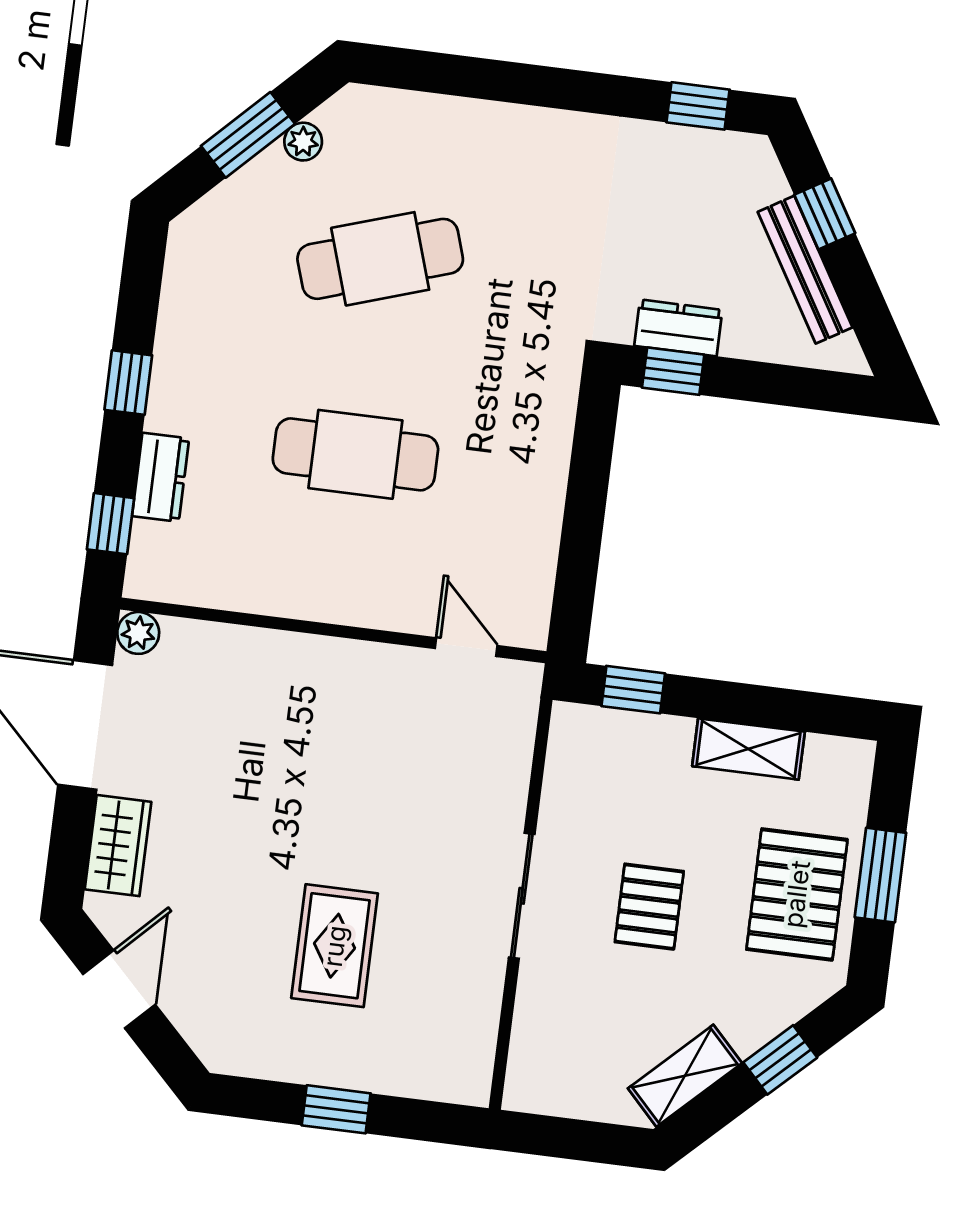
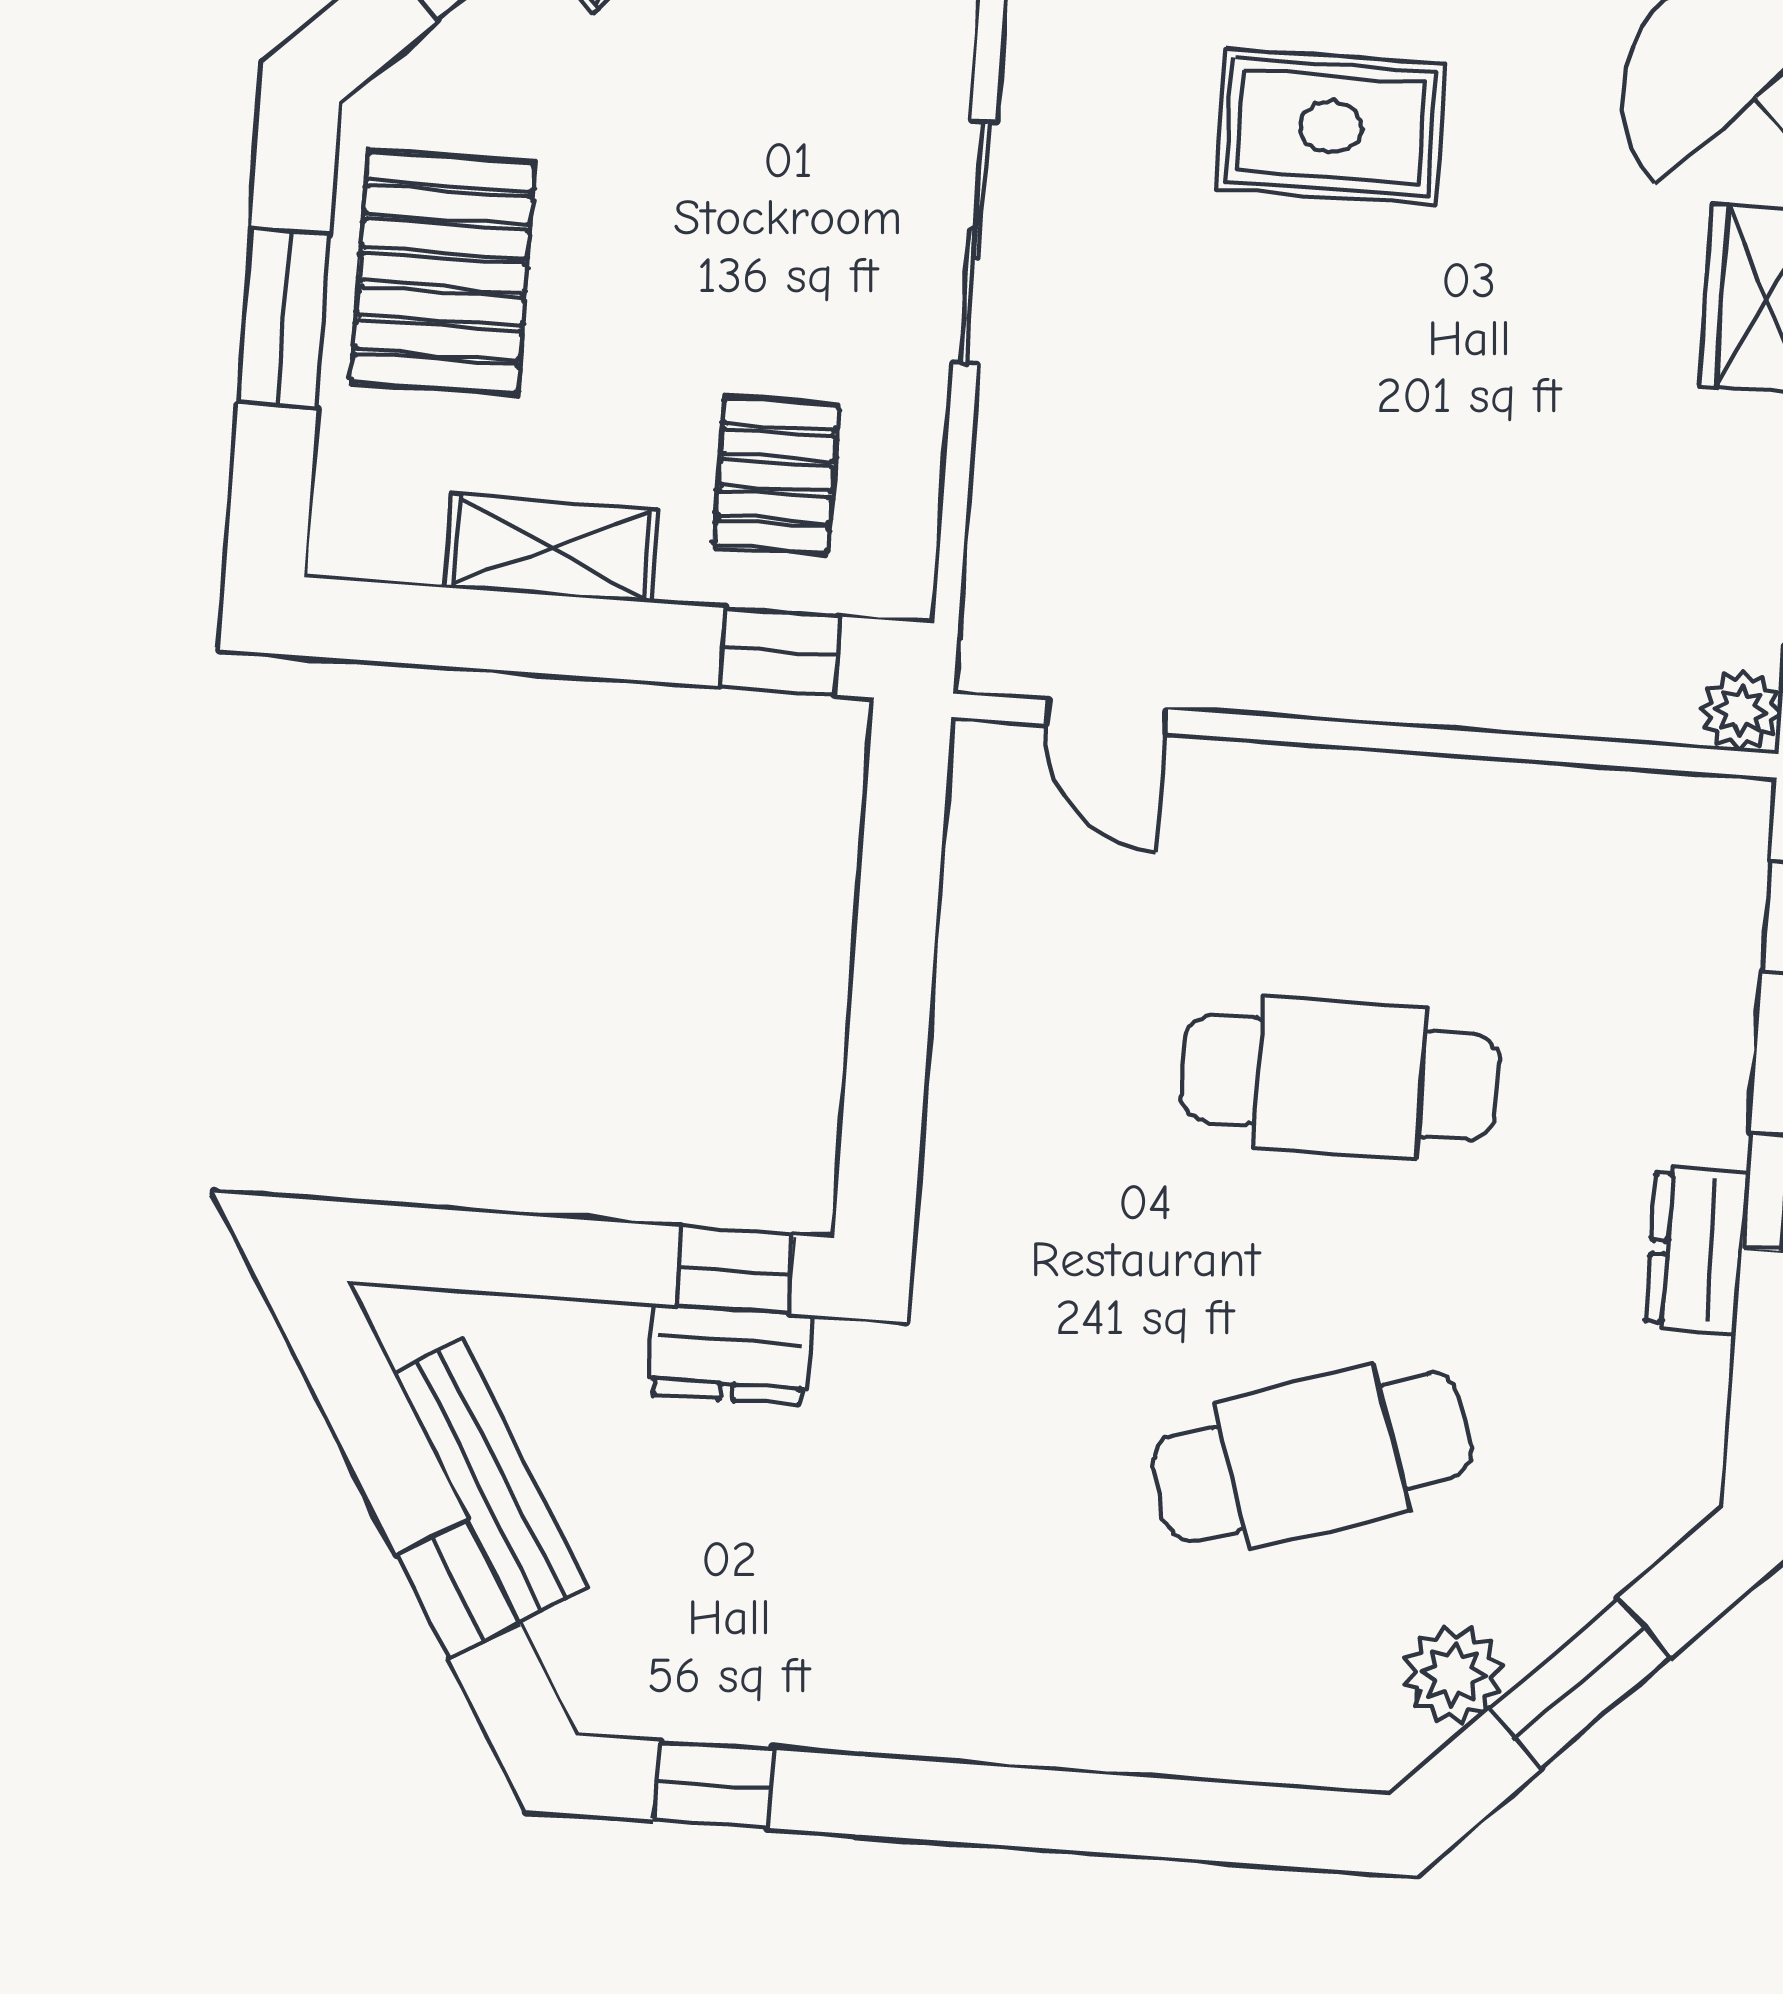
plant: (303, 142) -> (1453, 1675), width x1.38, depth x1.38
dresser: (161, 477) -> (1696, 1250), moved
pallet: (649, 907) -> (776, 475), moved
rug: (335, 946) -> (1330, 127), turned 90

